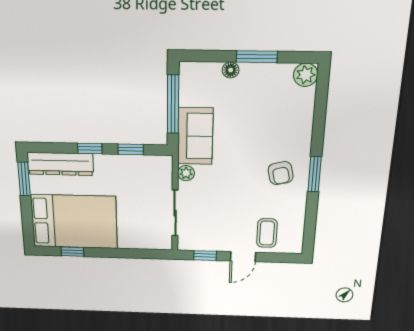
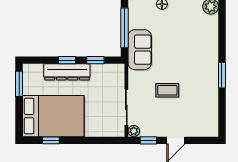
dresser: (60, 164) -> (67, 72), moved
plant: (186, 173) -> (134, 131), moved
armchair: (281, 173) -> (199, 75), removed
coffee table: (267, 233) -> (167, 90), moved, turned 90

